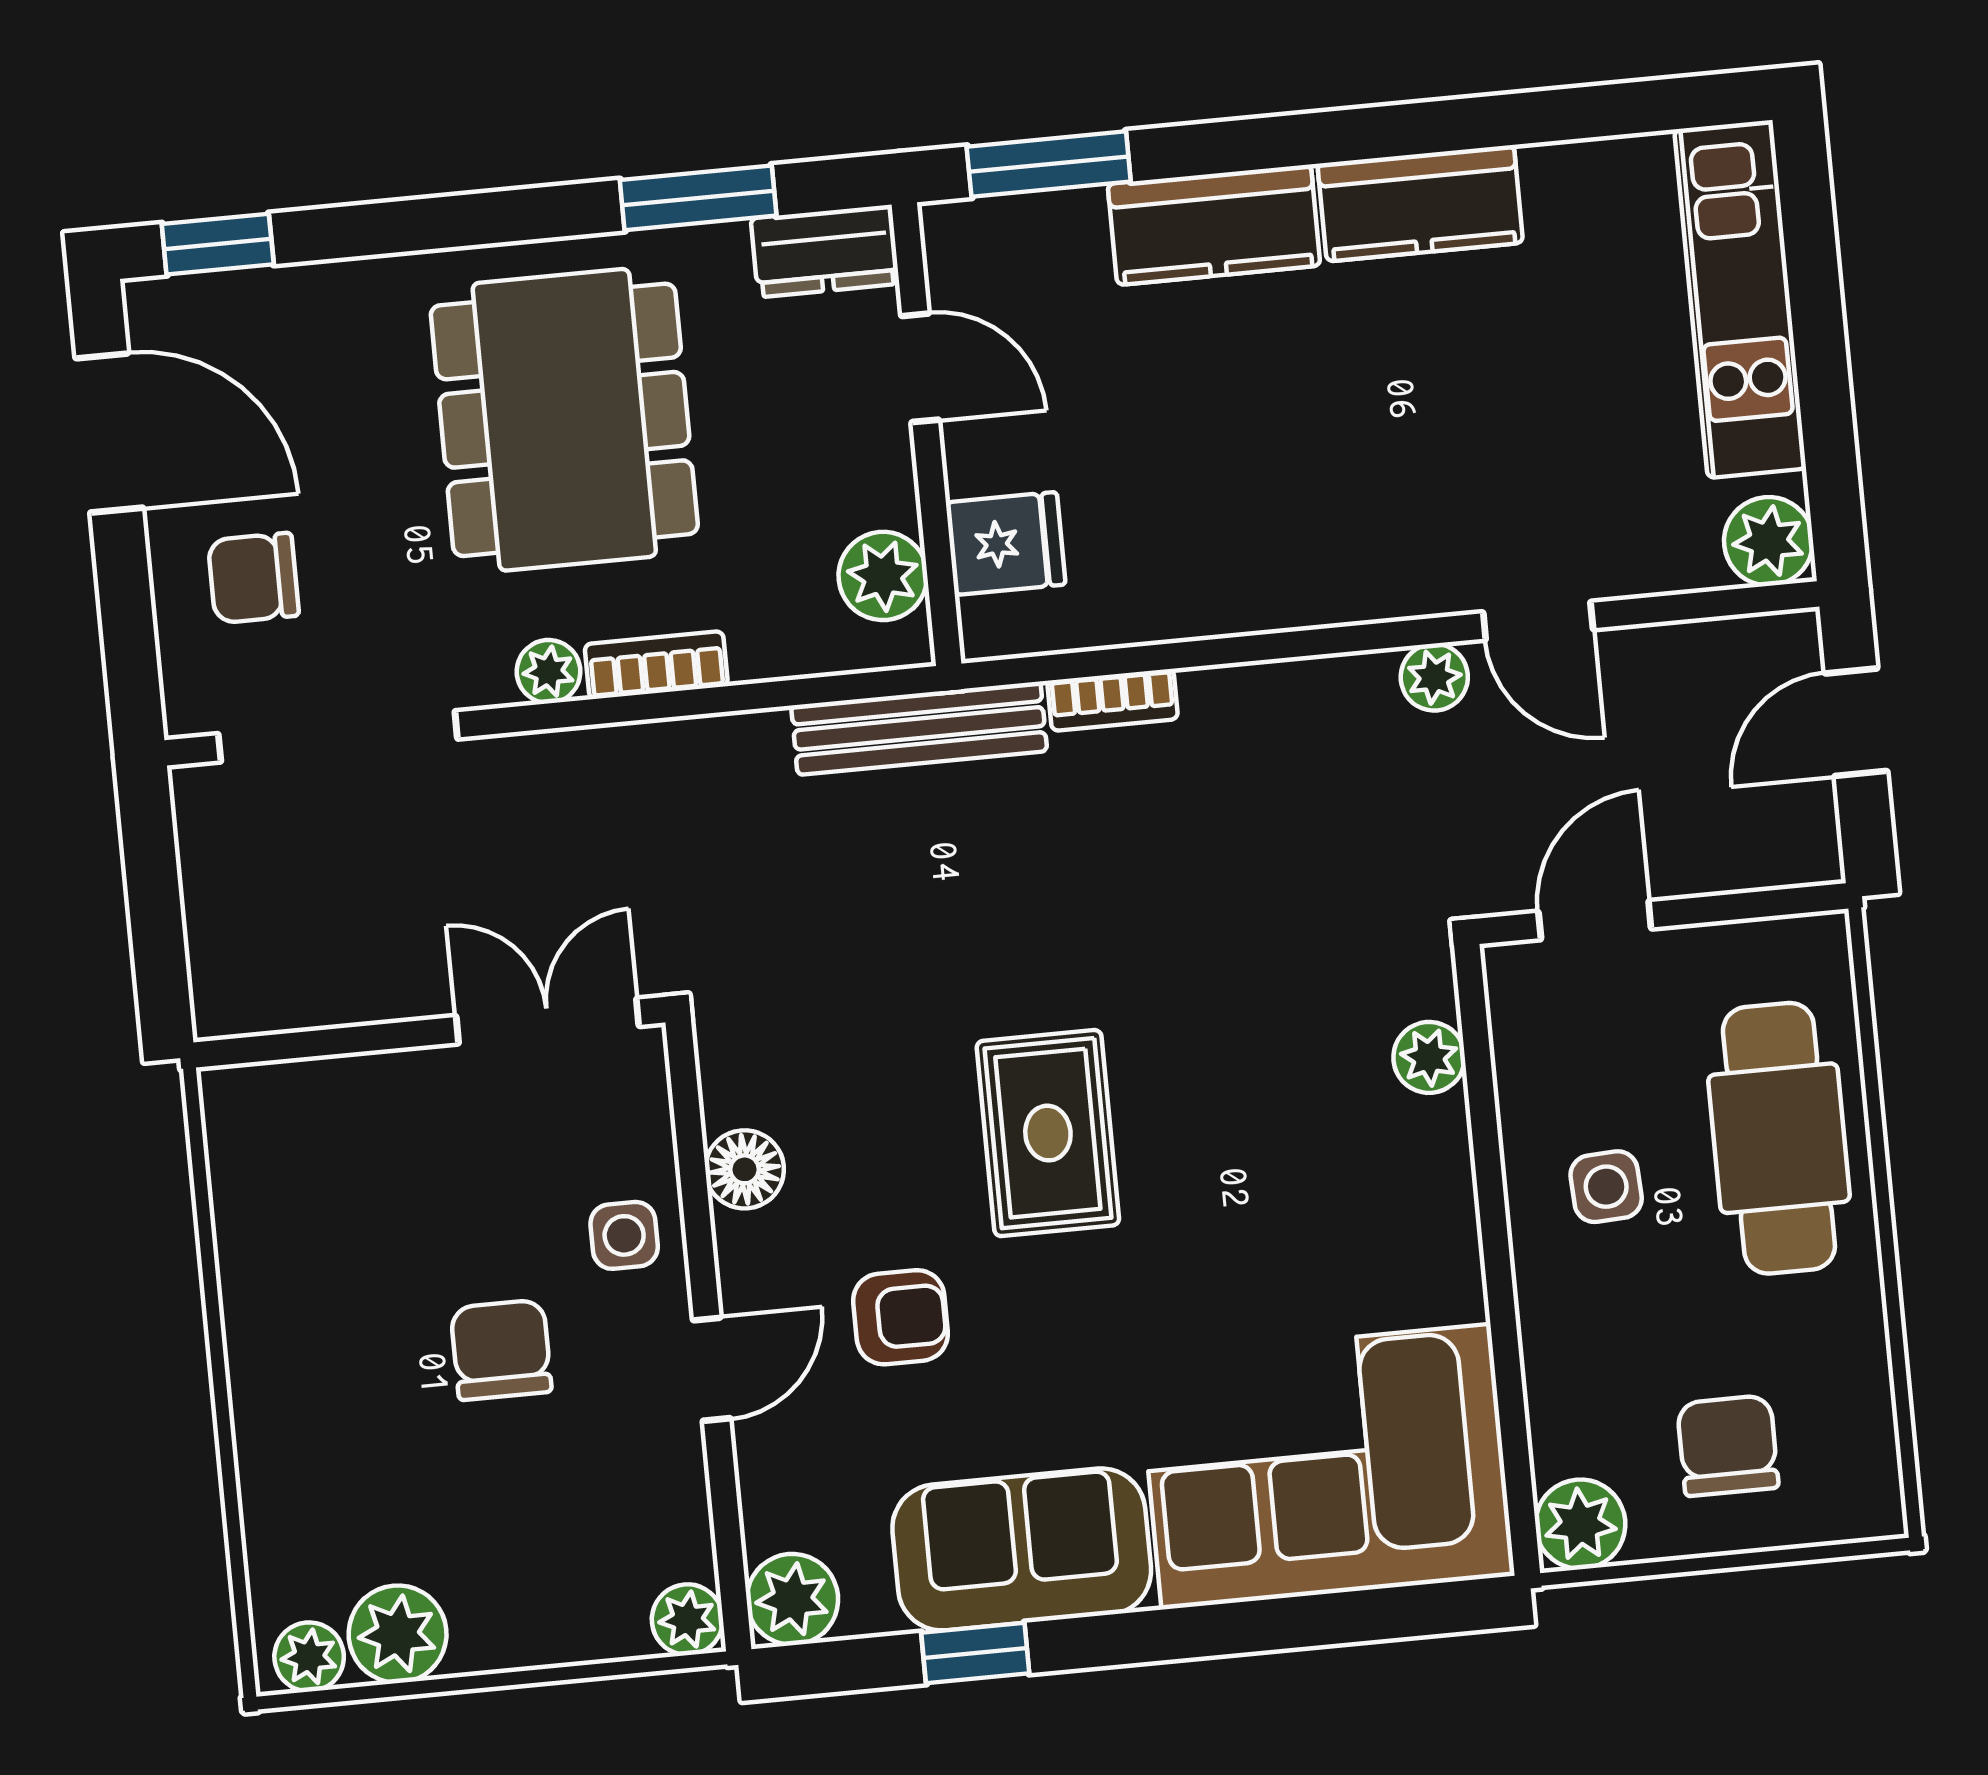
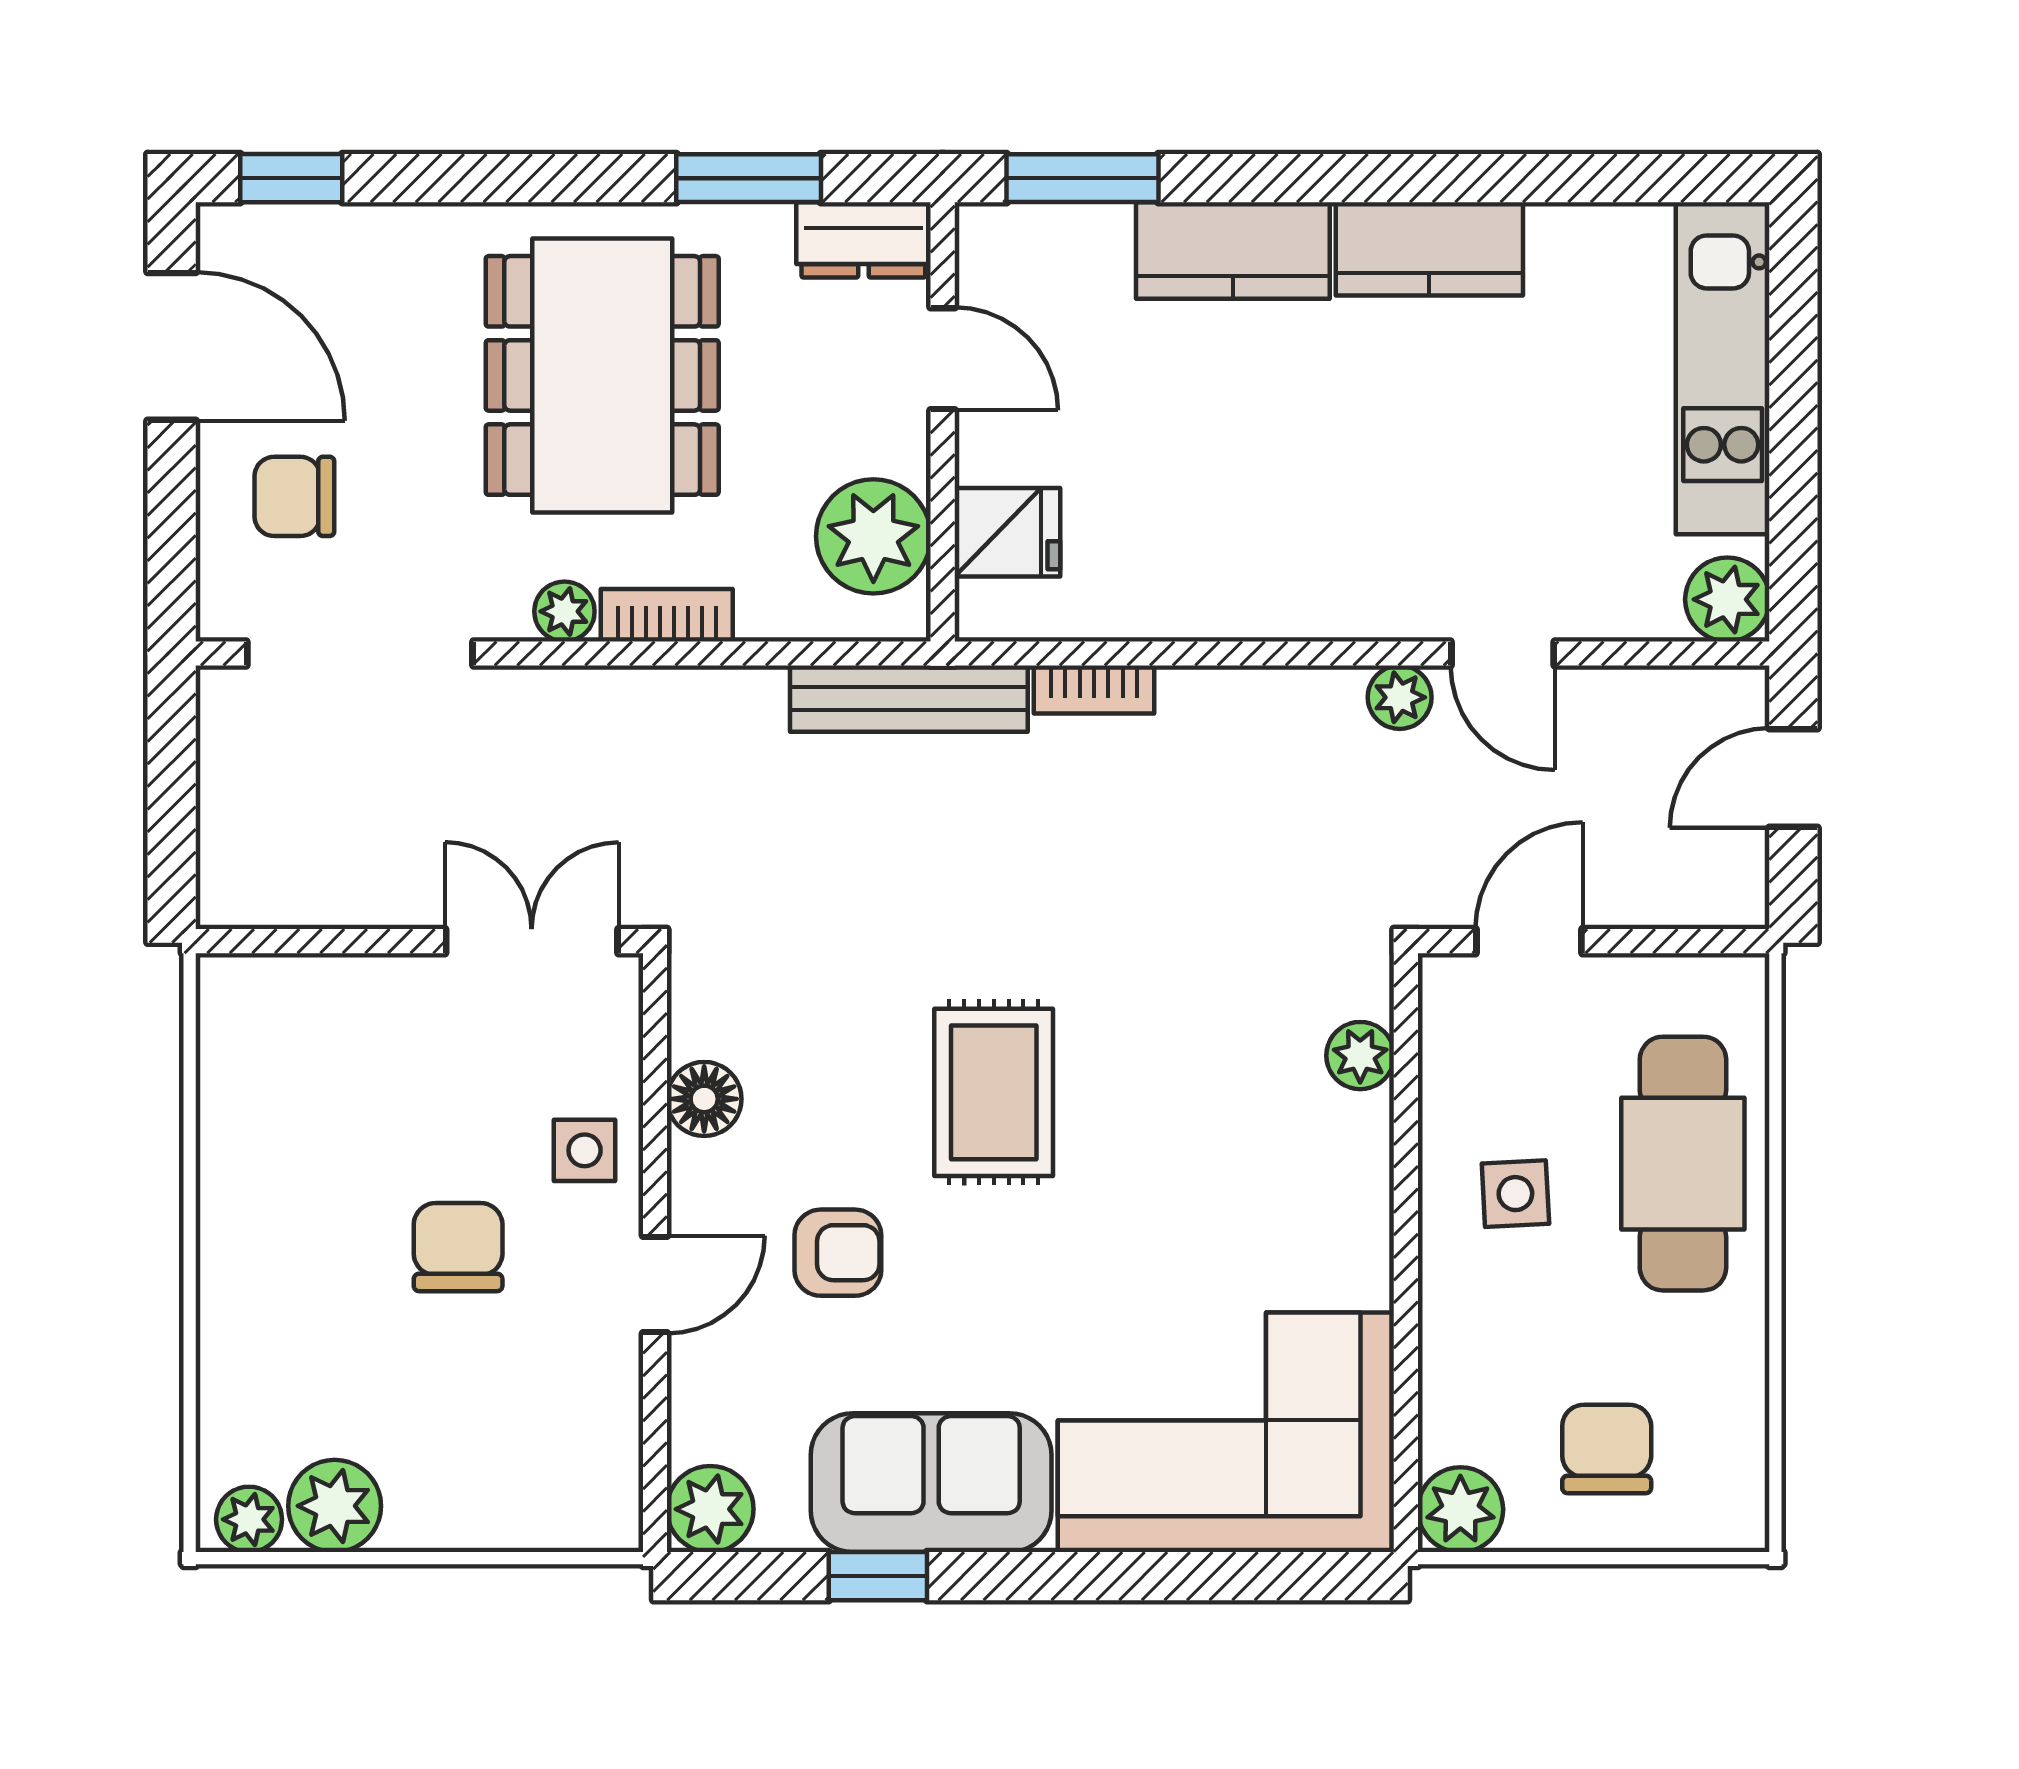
plant: (883, 576) -> (873, 536), width x1.36, depth x1.36
plant: (687, 1620) -> (609, 1519), removed

